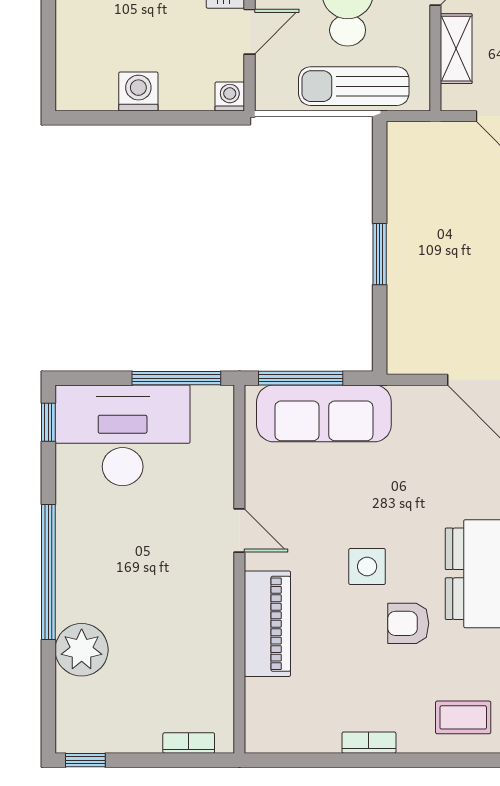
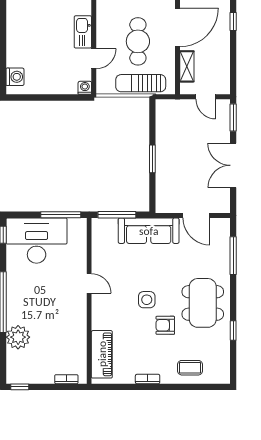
washing machine: (138, 91) -> (15, 77), moved, turned 90
sofa: (324, 413) -> (149, 231), moved
piano: (267, 624) -> (102, 354), moved

